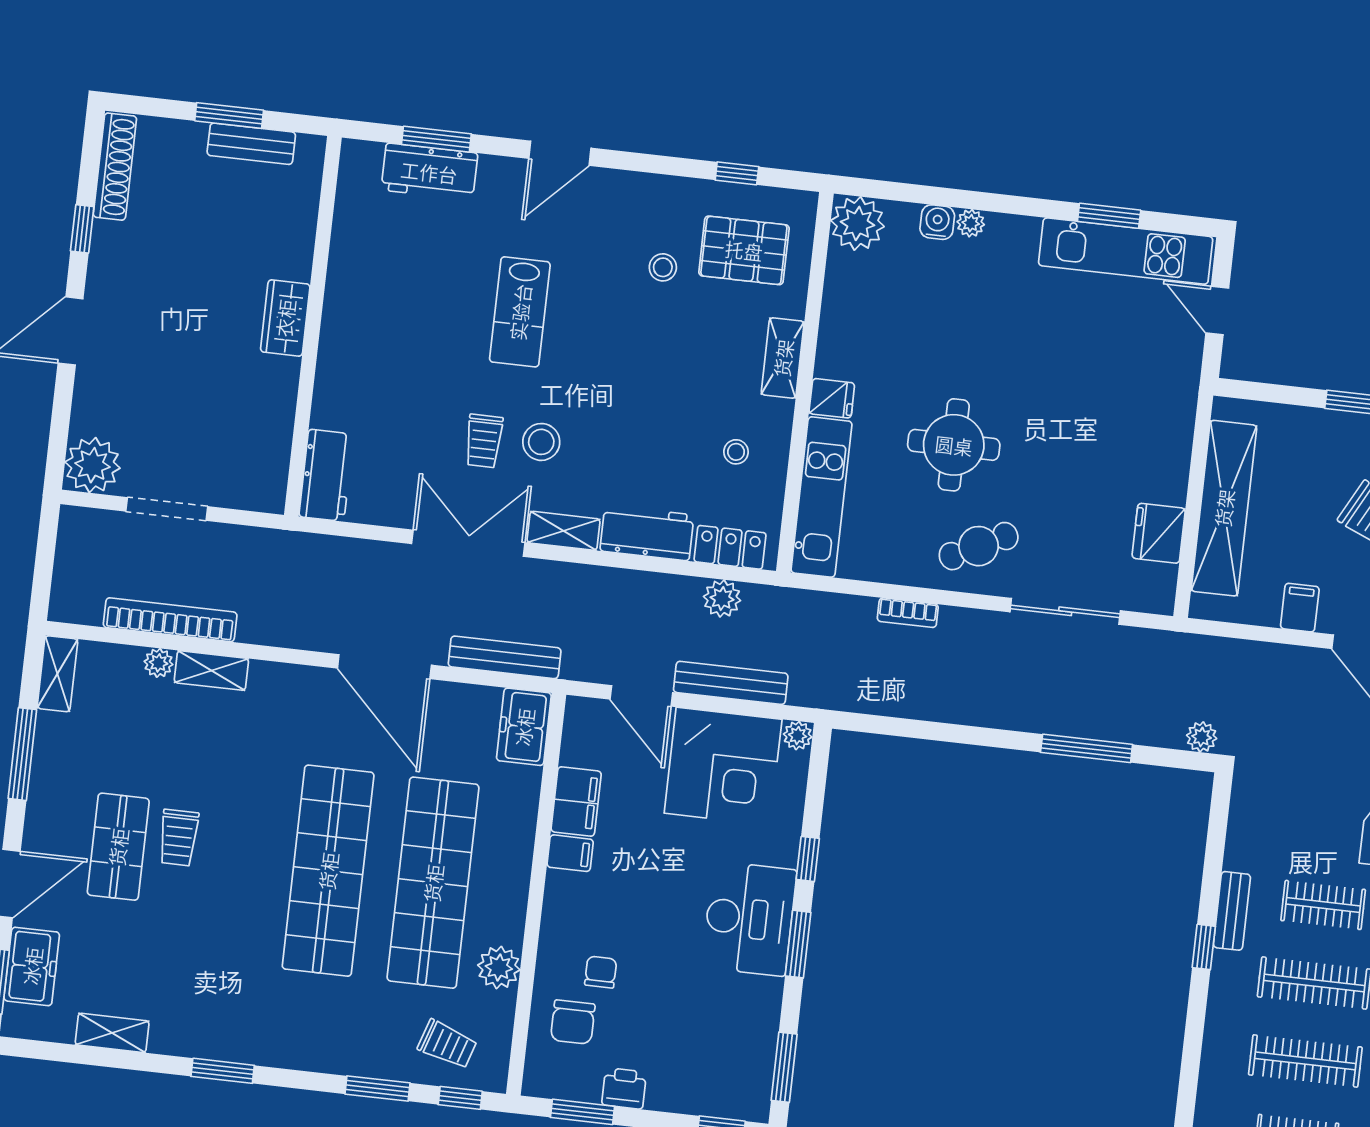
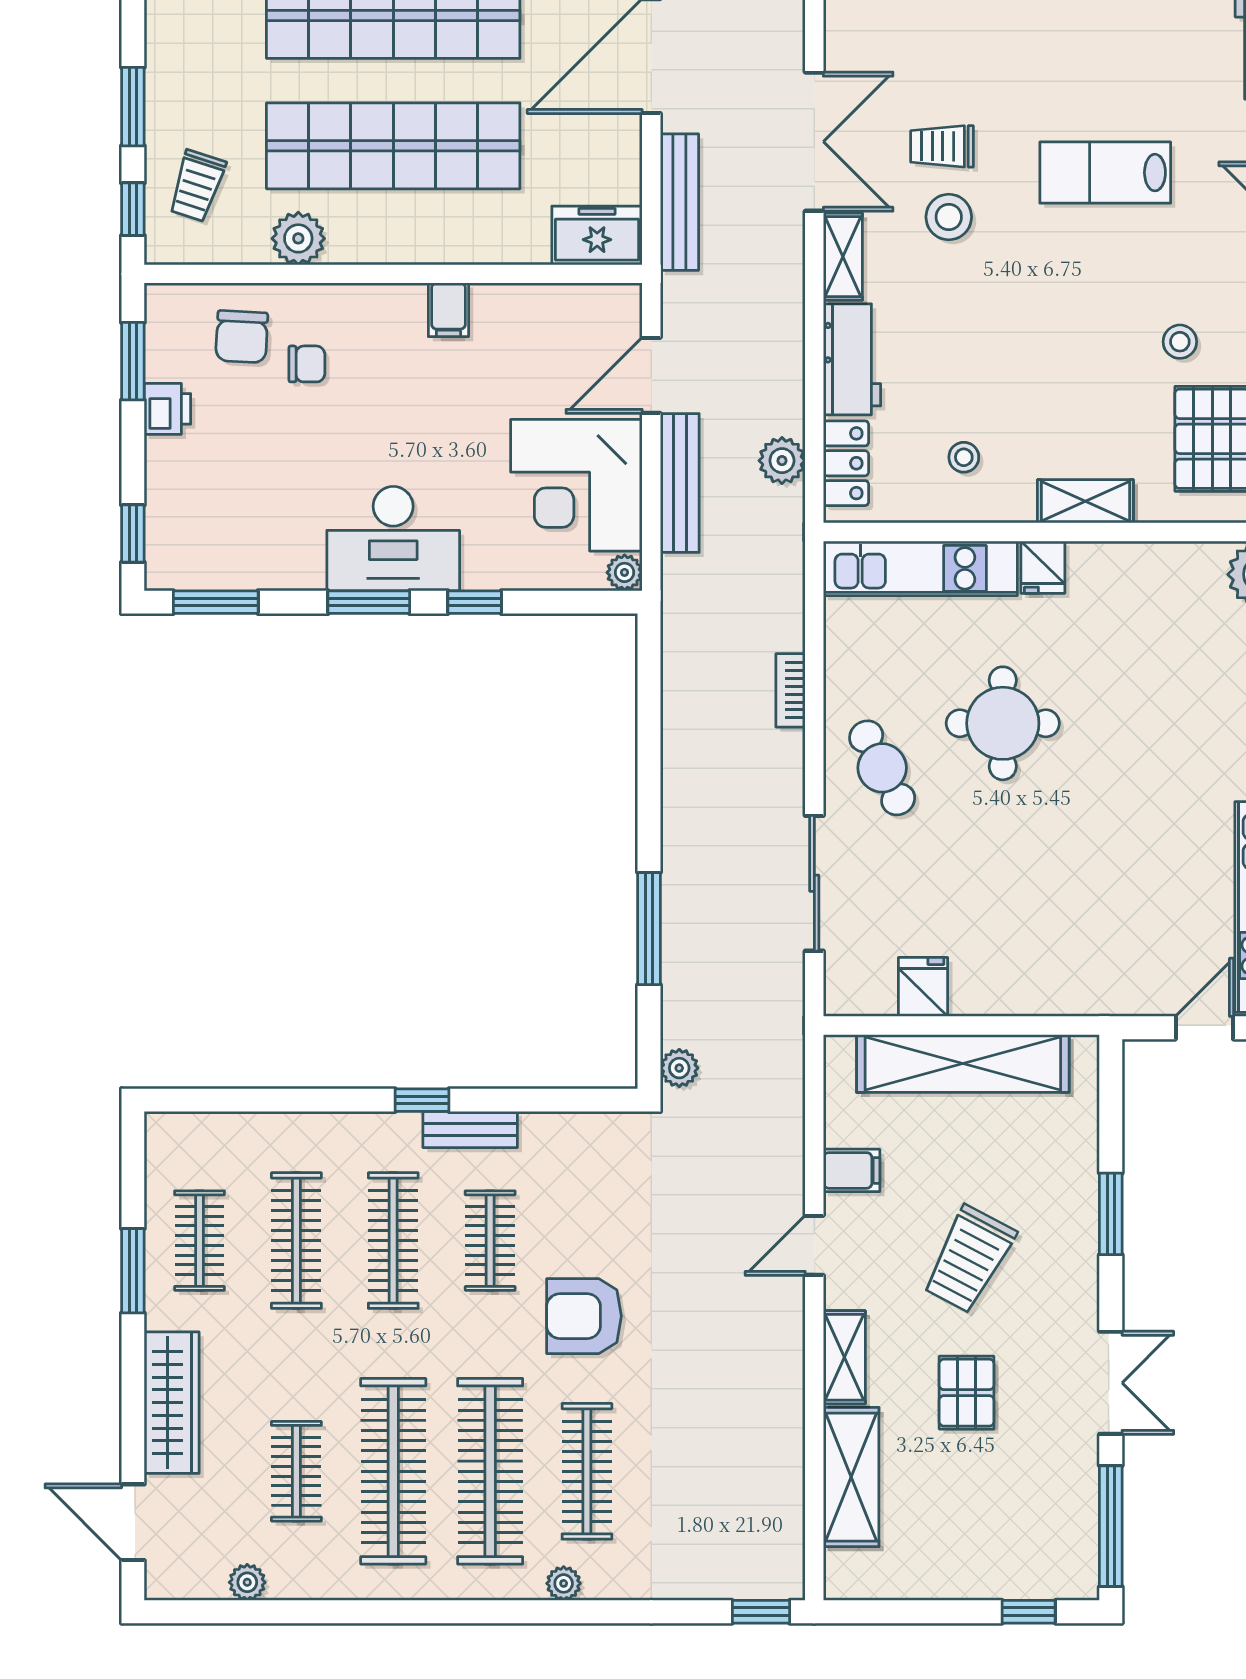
fridge: (1159, 533) -> (923, 987), width x0.72
filing cabinet: (576, 801) -> (513, 310), removed
chair: (573, 1022) -> (242, 337), turned -87

